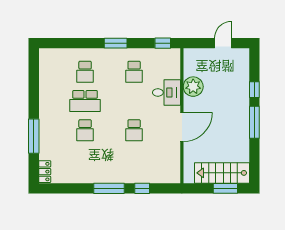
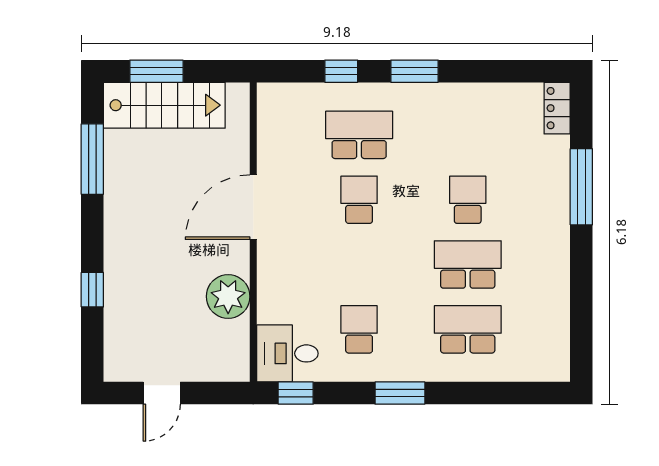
school desk: (85, 72) -> (468, 329), width x1.85
desk: (166, 93) -> (287, 353), moved
window: (254, 122) -> (92, 159), moved
school desk: (134, 160) -> (359, 135), added
window: (109, 188) -> (415, 71), width x0.69

